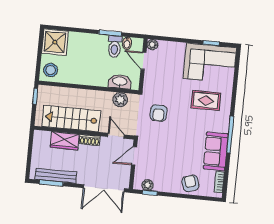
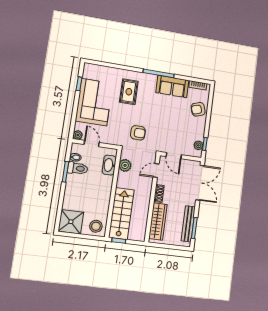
door: (143, 61) -> (92, 144), swing flipped
corner sofa: (210, 63) -> (94, 102), moved
stairs: (71, 119) -> (121, 213), moved, turned 180
wardrobe: (65, 141) -> (158, 221), width x1.50

